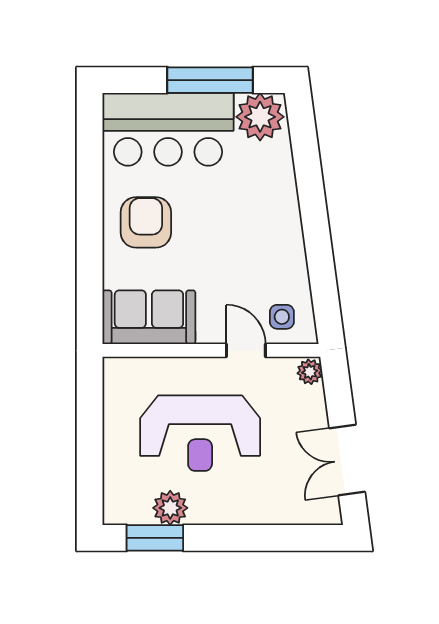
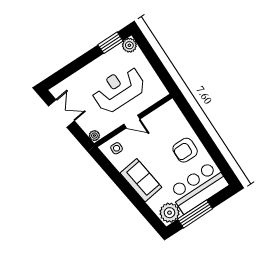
armchair: (146, 222) -> (185, 150), turned 90
sofa: (149, 317) -> (141, 180), moved, turned -98
door: (246, 350) -> (132, 122), moved
plant: (170, 508) -> (129, 45), moved

